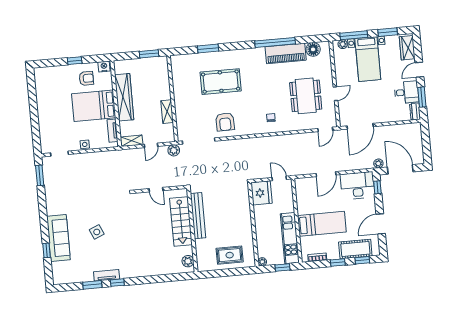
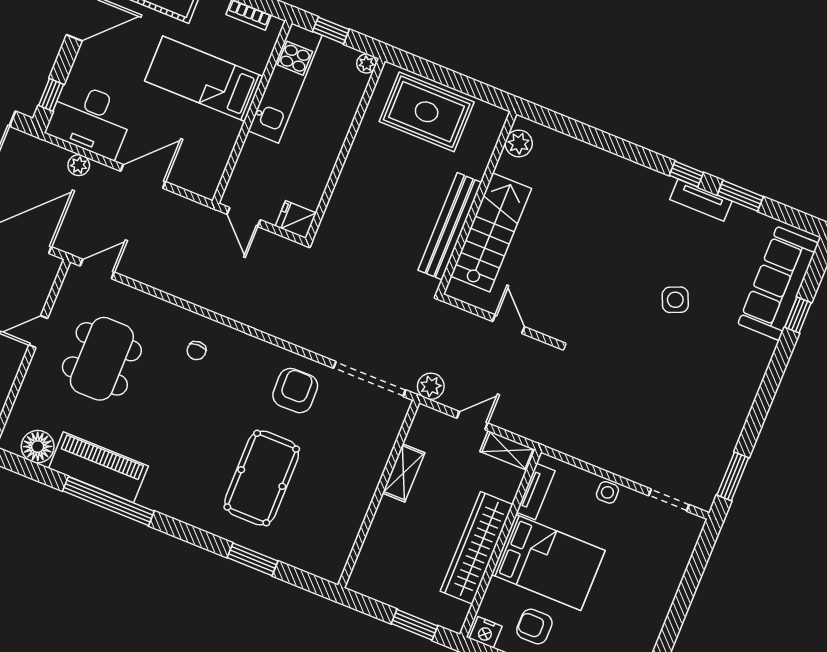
window: (149, 54) -> (415, 625), moved
pool table: (221, 82) -> (262, 478), turned 90
plant: (378, 163) -> (79, 165), moved
fridge: (262, 193) -> (296, 220), width x0.53, depth x0.75
sofa: (58, 238) -> (778, 284), moved
rug: (230, 255) -> (427, 112), width x1.36, depth x1.43

